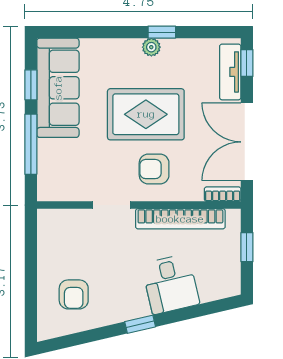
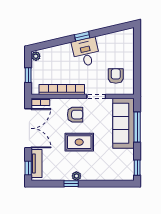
window: (31, 85) -> (137, 168), moved
sofa: (58, 88) -> (124, 123), moved
rug: (146, 114) -> (79, 142), width x0.73, depth x0.70
desk: (170, 284) -> (86, 52), moved
plant: (232, 285) -> (36, 56), added
armchair: (74, 294) -> (116, 76), moved

